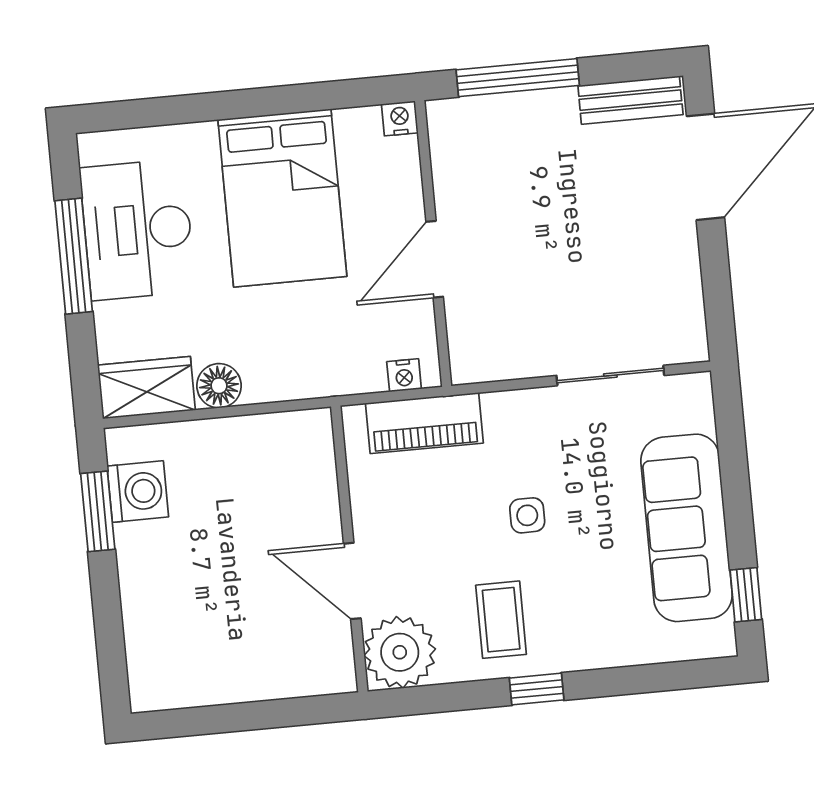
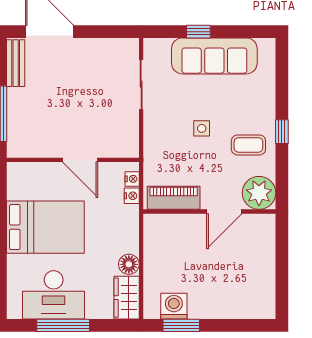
nightstand: (400, 118) -> (132, 196), moved, turned 180
piano: (424, 423) -> (174, 198), moved, turned -90
window: (746, 595) -> (198, 32), moved

